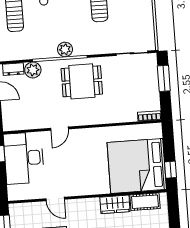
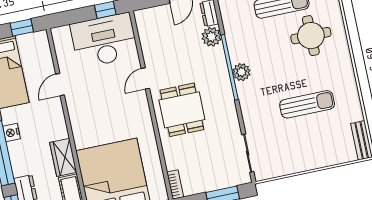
dining table: (82, 81) -> (182, 110), moved
door: (60, 129) -> (145, 78), hinge flipped

